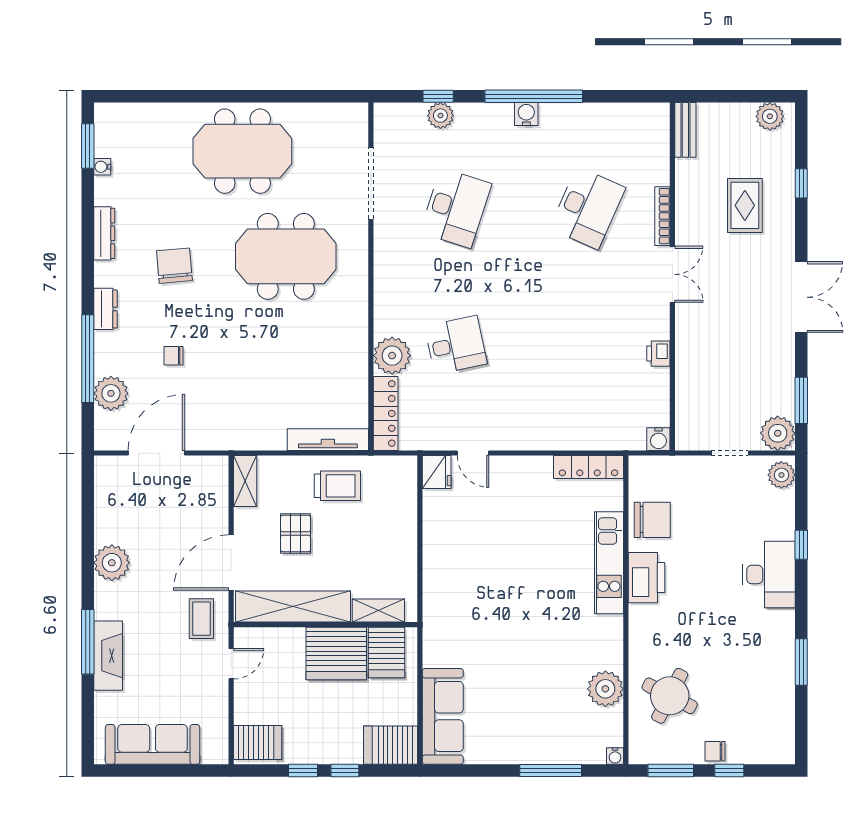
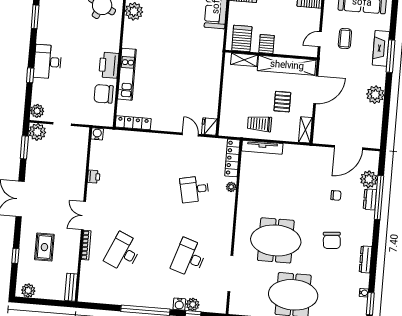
water cooler: (526, 114) -> (179, 304), moved
dresser: (105, 309) -> (370, 199), moved
plant: (392, 356) -> (231, 187), width x0.53, depth x0.53
coffee table: (201, 619) -> (345, 39), moved
server rack: (336, 653) -> (267, 44), width x0.46, depth x0.70

